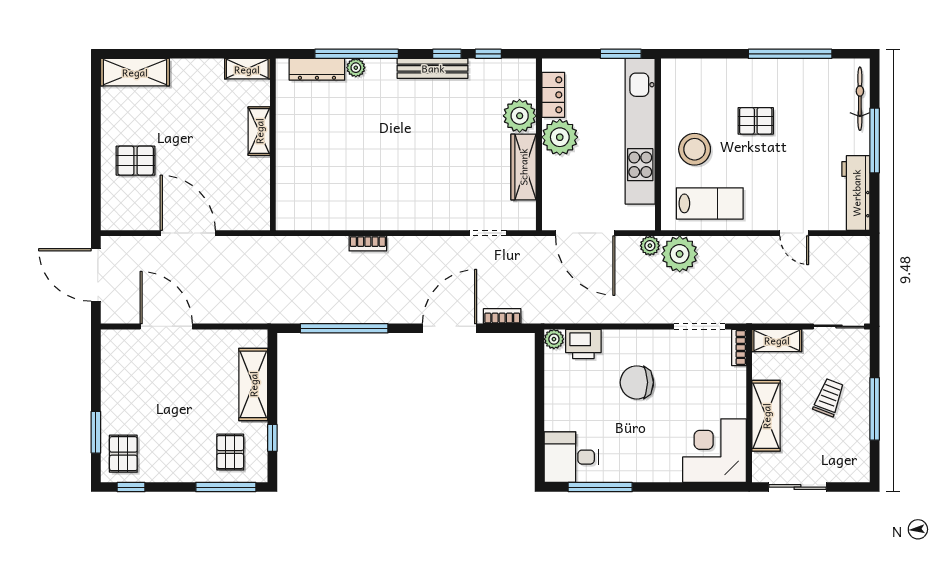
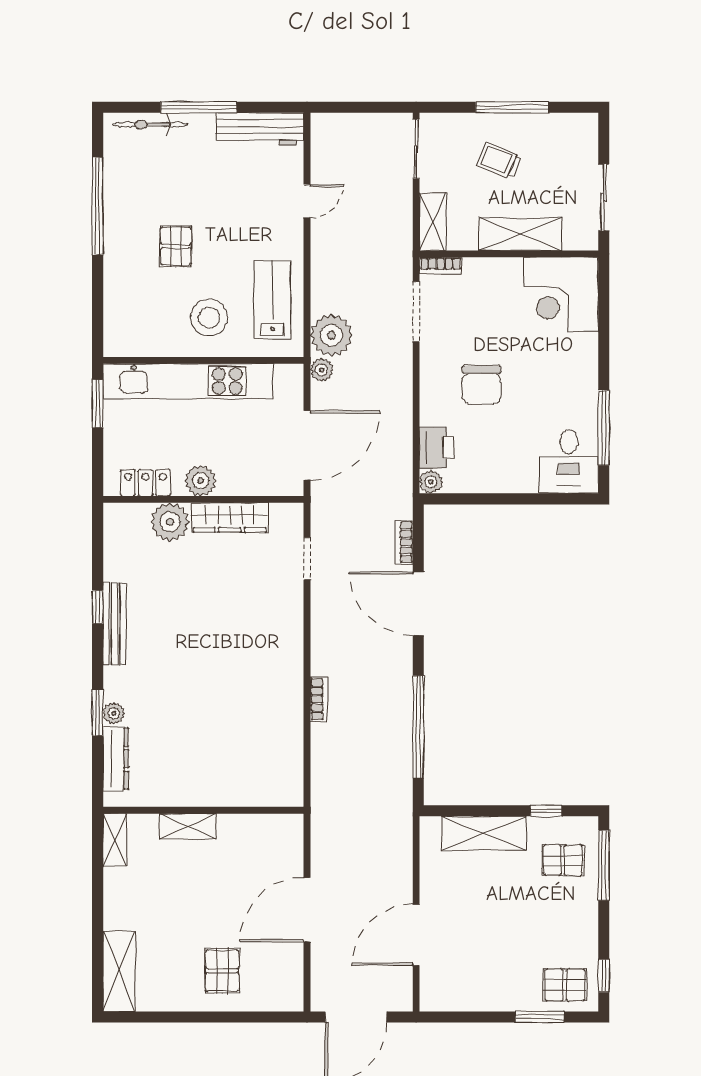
window: (357, 54) -> (98, 712), width x0.47
window: (488, 54) -> (98, 559), removed
plant: (560, 137) -> (201, 481), width x0.73, depth x0.73

